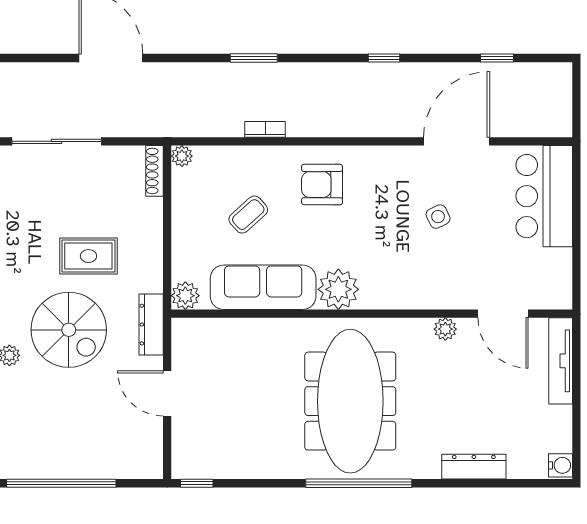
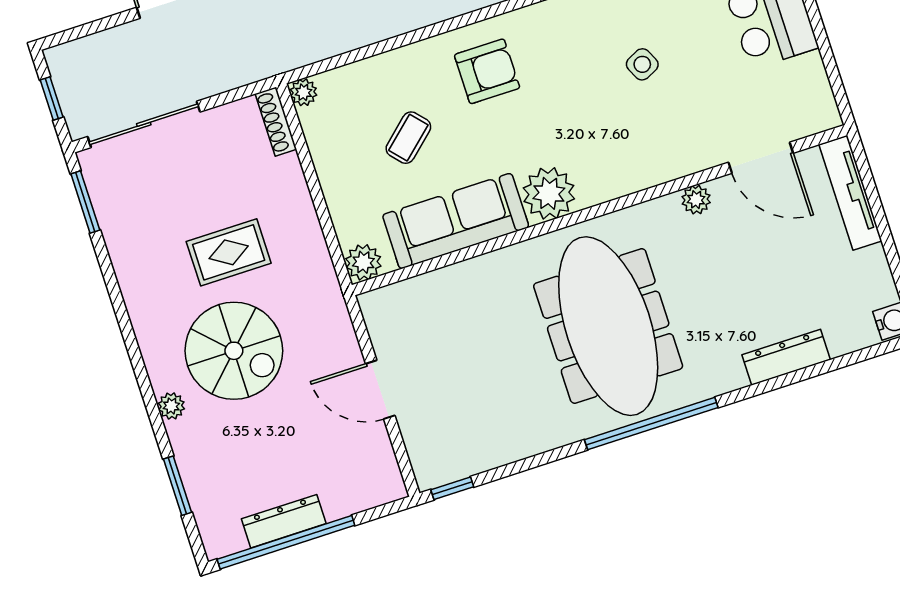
bookcase: (265, 129) -> (395, 26), removed
armchair: (322, 185) -> (487, 71), turned 180
dresser: (151, 325) -> (284, 521), moved, turned 90

